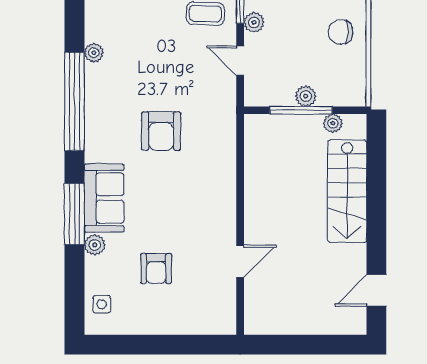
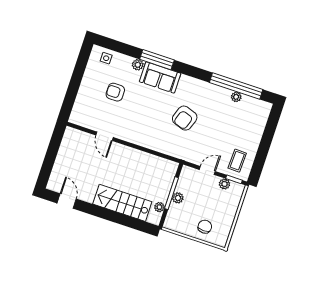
window: (74, 101) -> (236, 86), moved
armchair: (161, 131) -> (185, 118), turned -71

